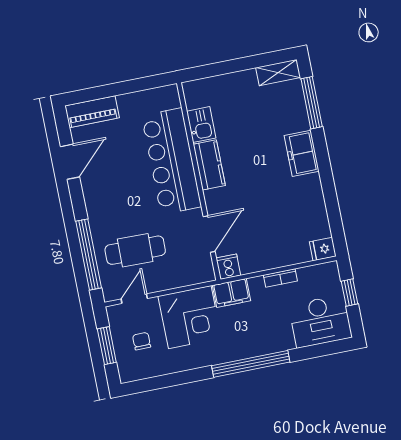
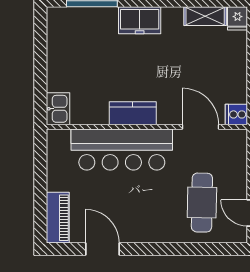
shelving: (278, 73) -> (205, 16), moved, turned 90
kitchen sink: (201, 125) -> (58, 109), moved, turned 90
window: (89, 254) -> (197, 249), removed

